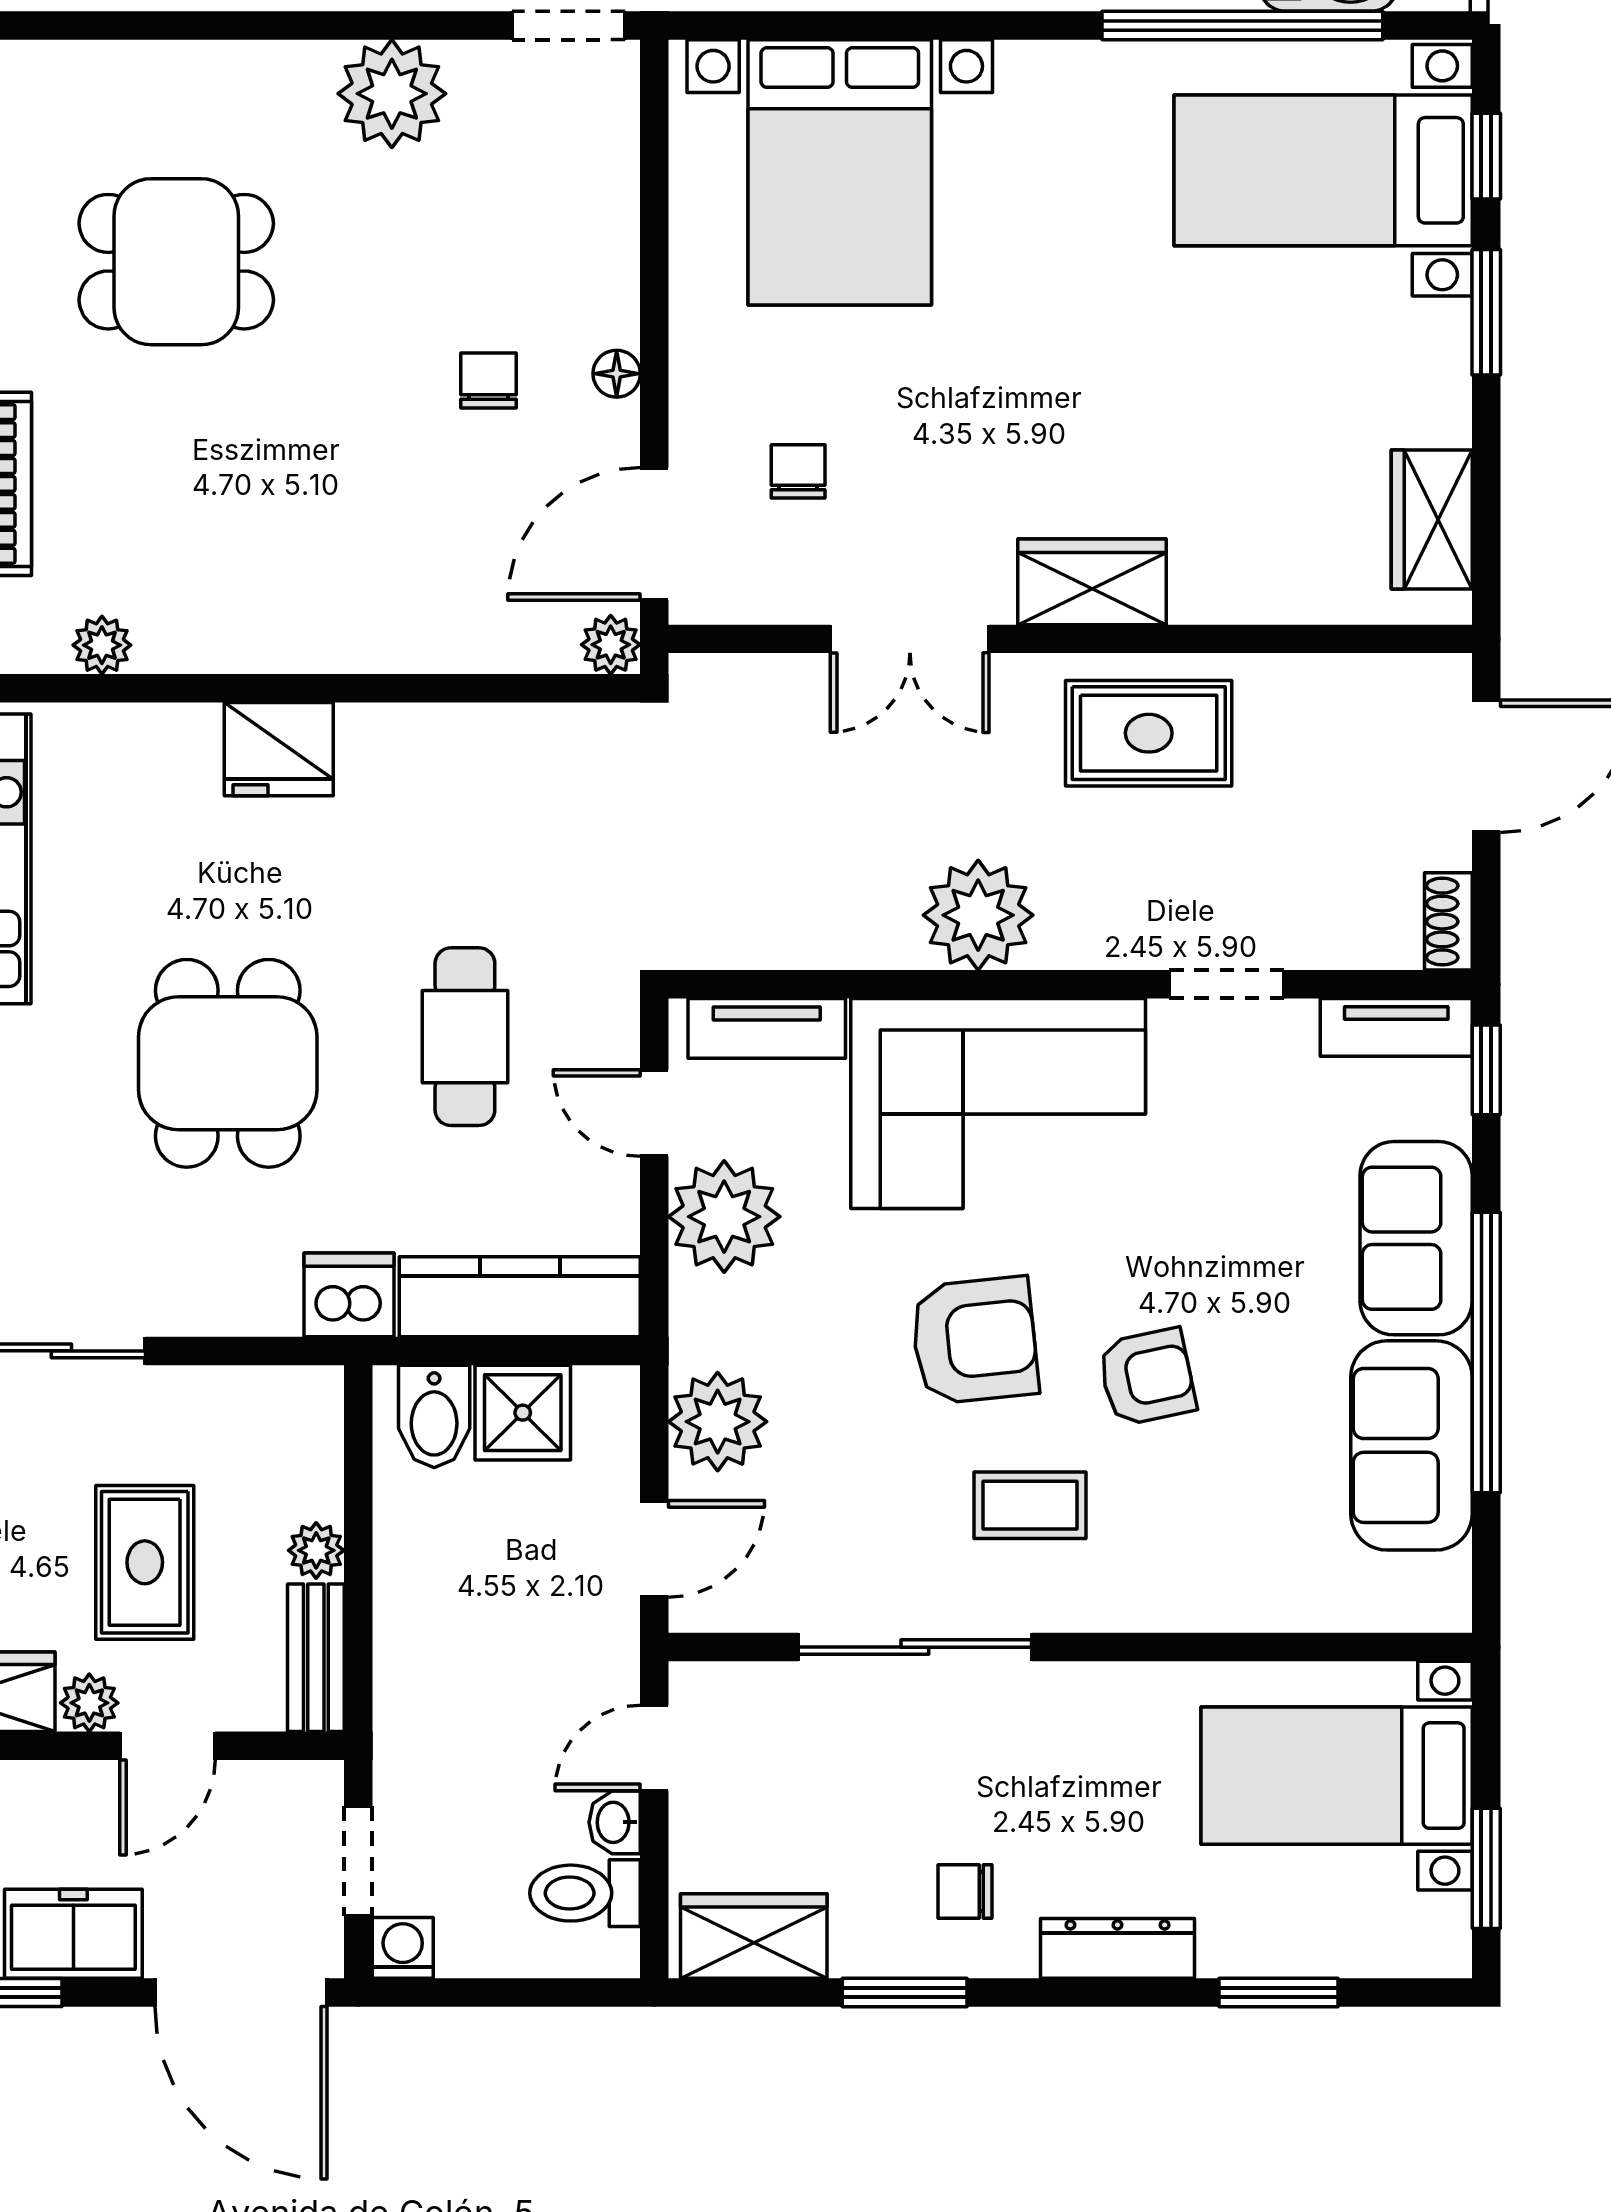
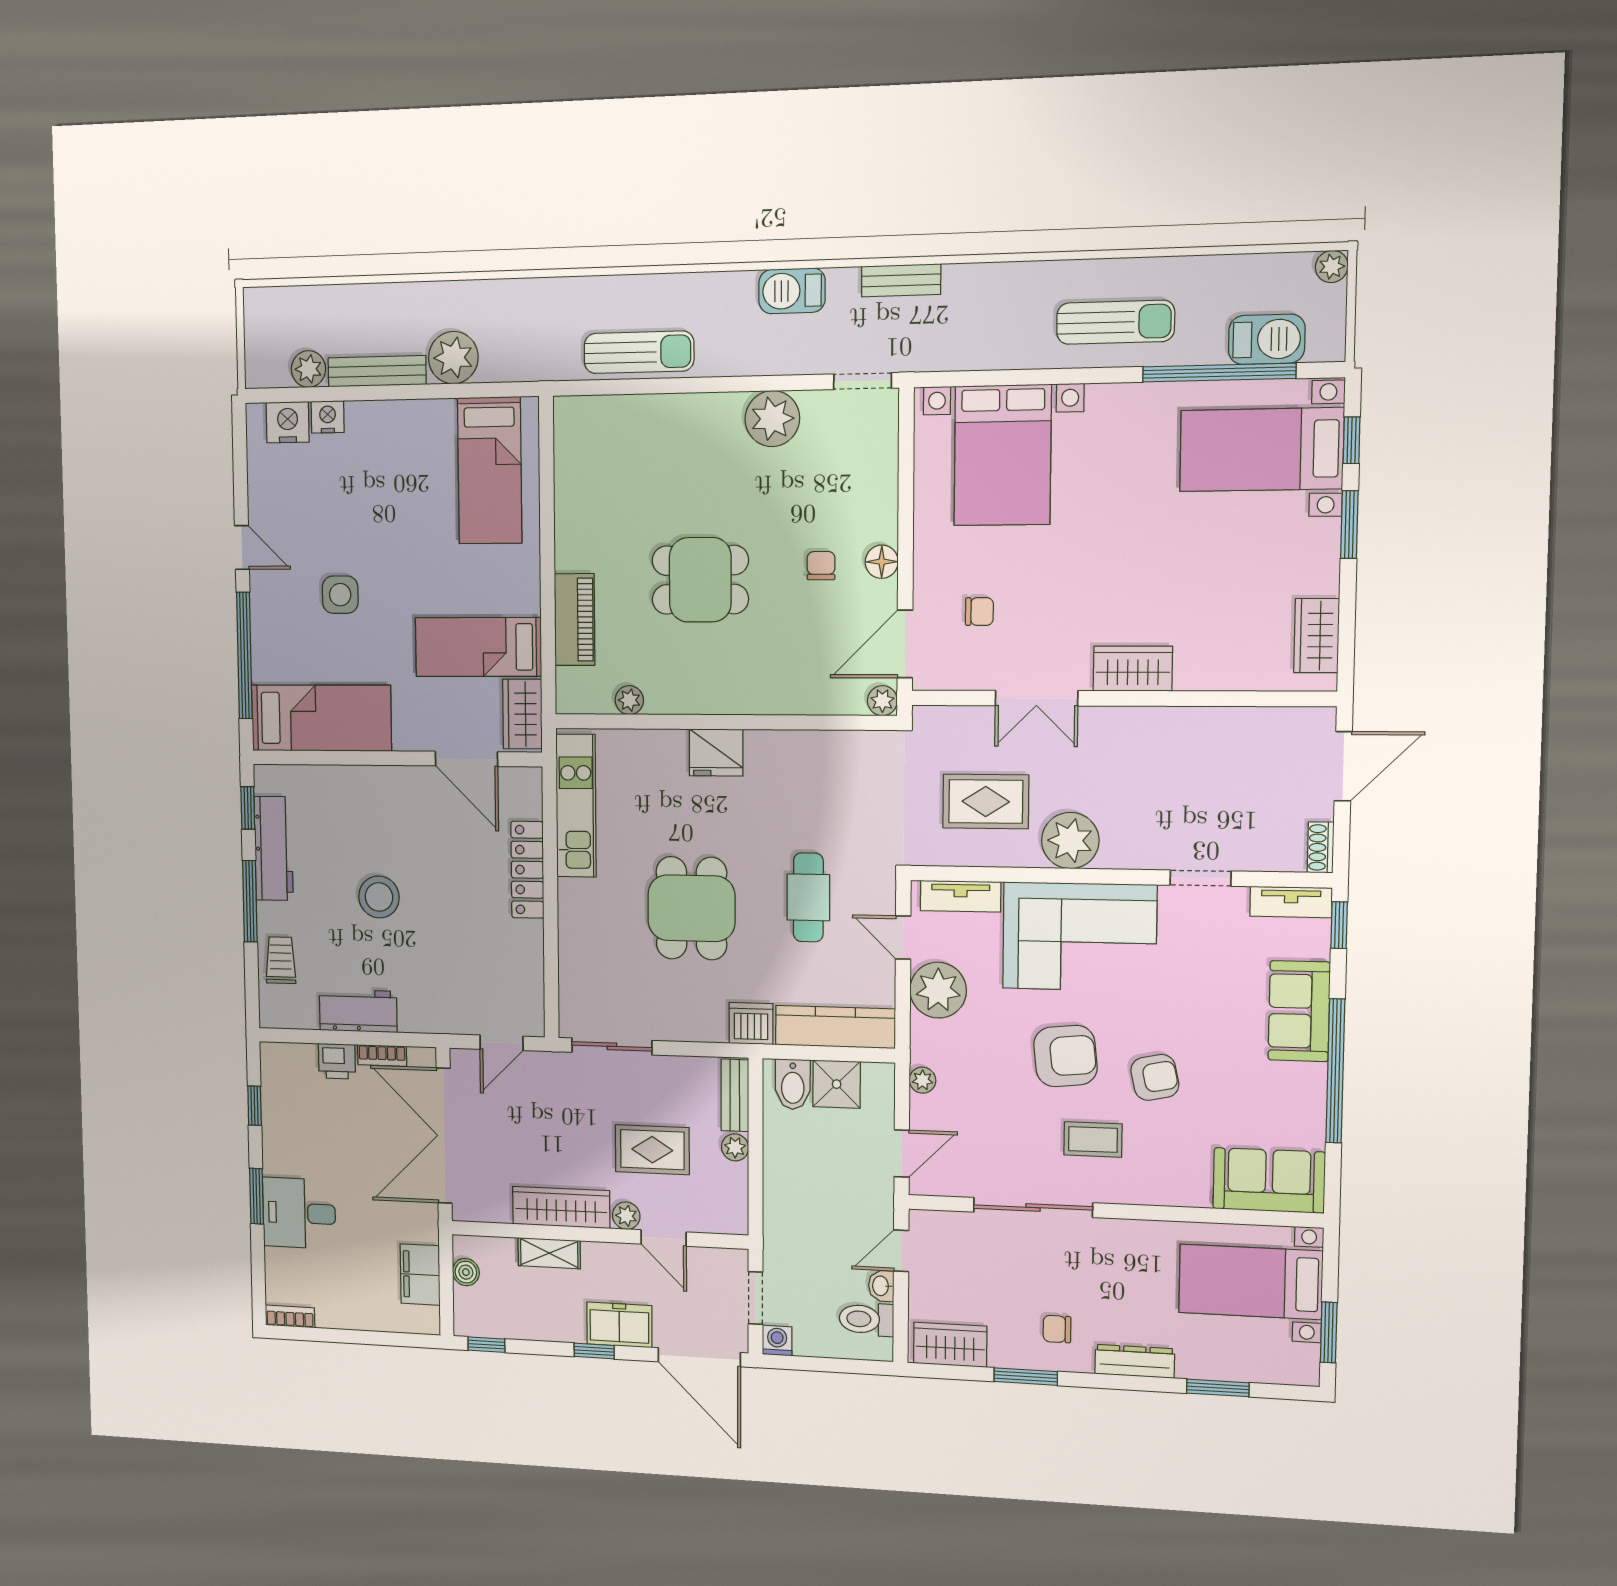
dining table: (176, 262) -> (700, 580), moved
floor lamp: (617, 374) -> (882, 562), width x1.37, depth x1.37
chair: (798, 471) -> (979, 612), turned 90
rug: (1149, 733) -> (986, 802), moved
plant: (718, 1422) -> (923, 1080), width x0.53, depth x0.53
sofa: (1411, 1445) -> (1269, 1180), moved, turned 90
rug: (145, 1562) -> (652, 1150), turned 90
bench: (316, 1658) -> (735, 1095), moved
door: (167, 1746) -> (664, 1238), hinge flipped

